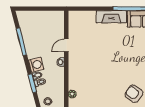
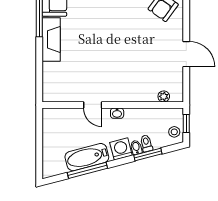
bathtub: (30, 41) -> (87, 157), added

